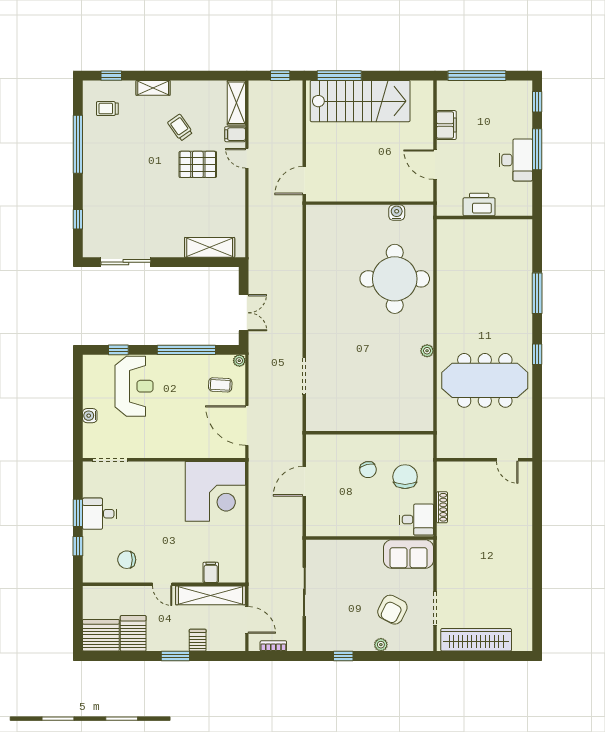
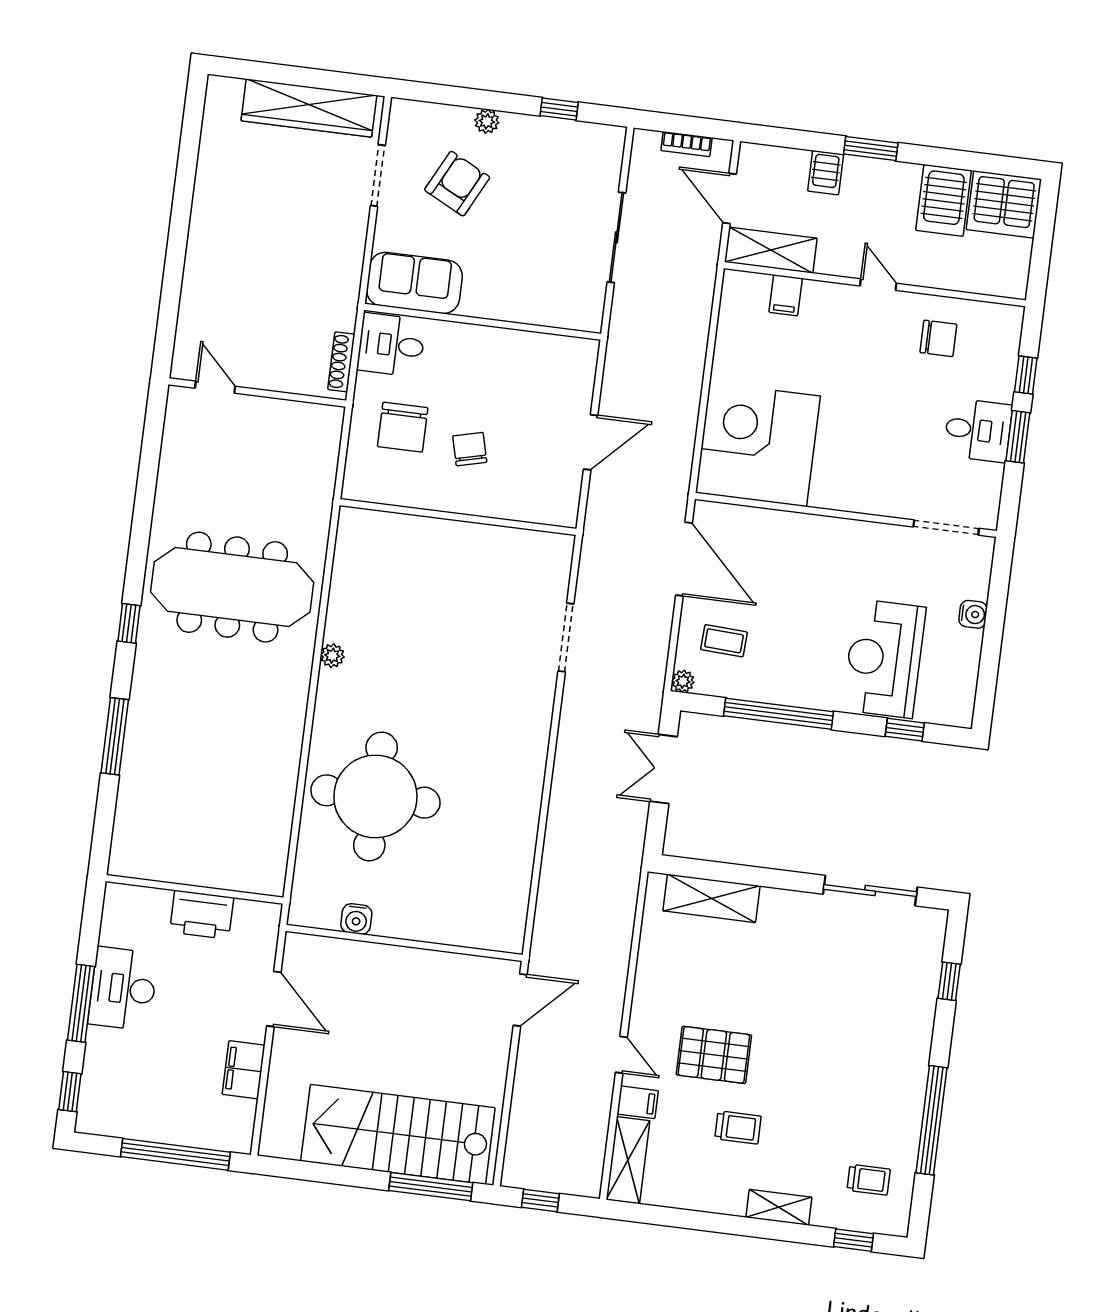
trolley: (180, 128) -> (738, 1127), turned -55
wall: (484, 460) -> (257, 392), moved
door: (507, 460) -> (215, 387), moved
shelving: (210, 595) -> (771, 250), width x0.68

